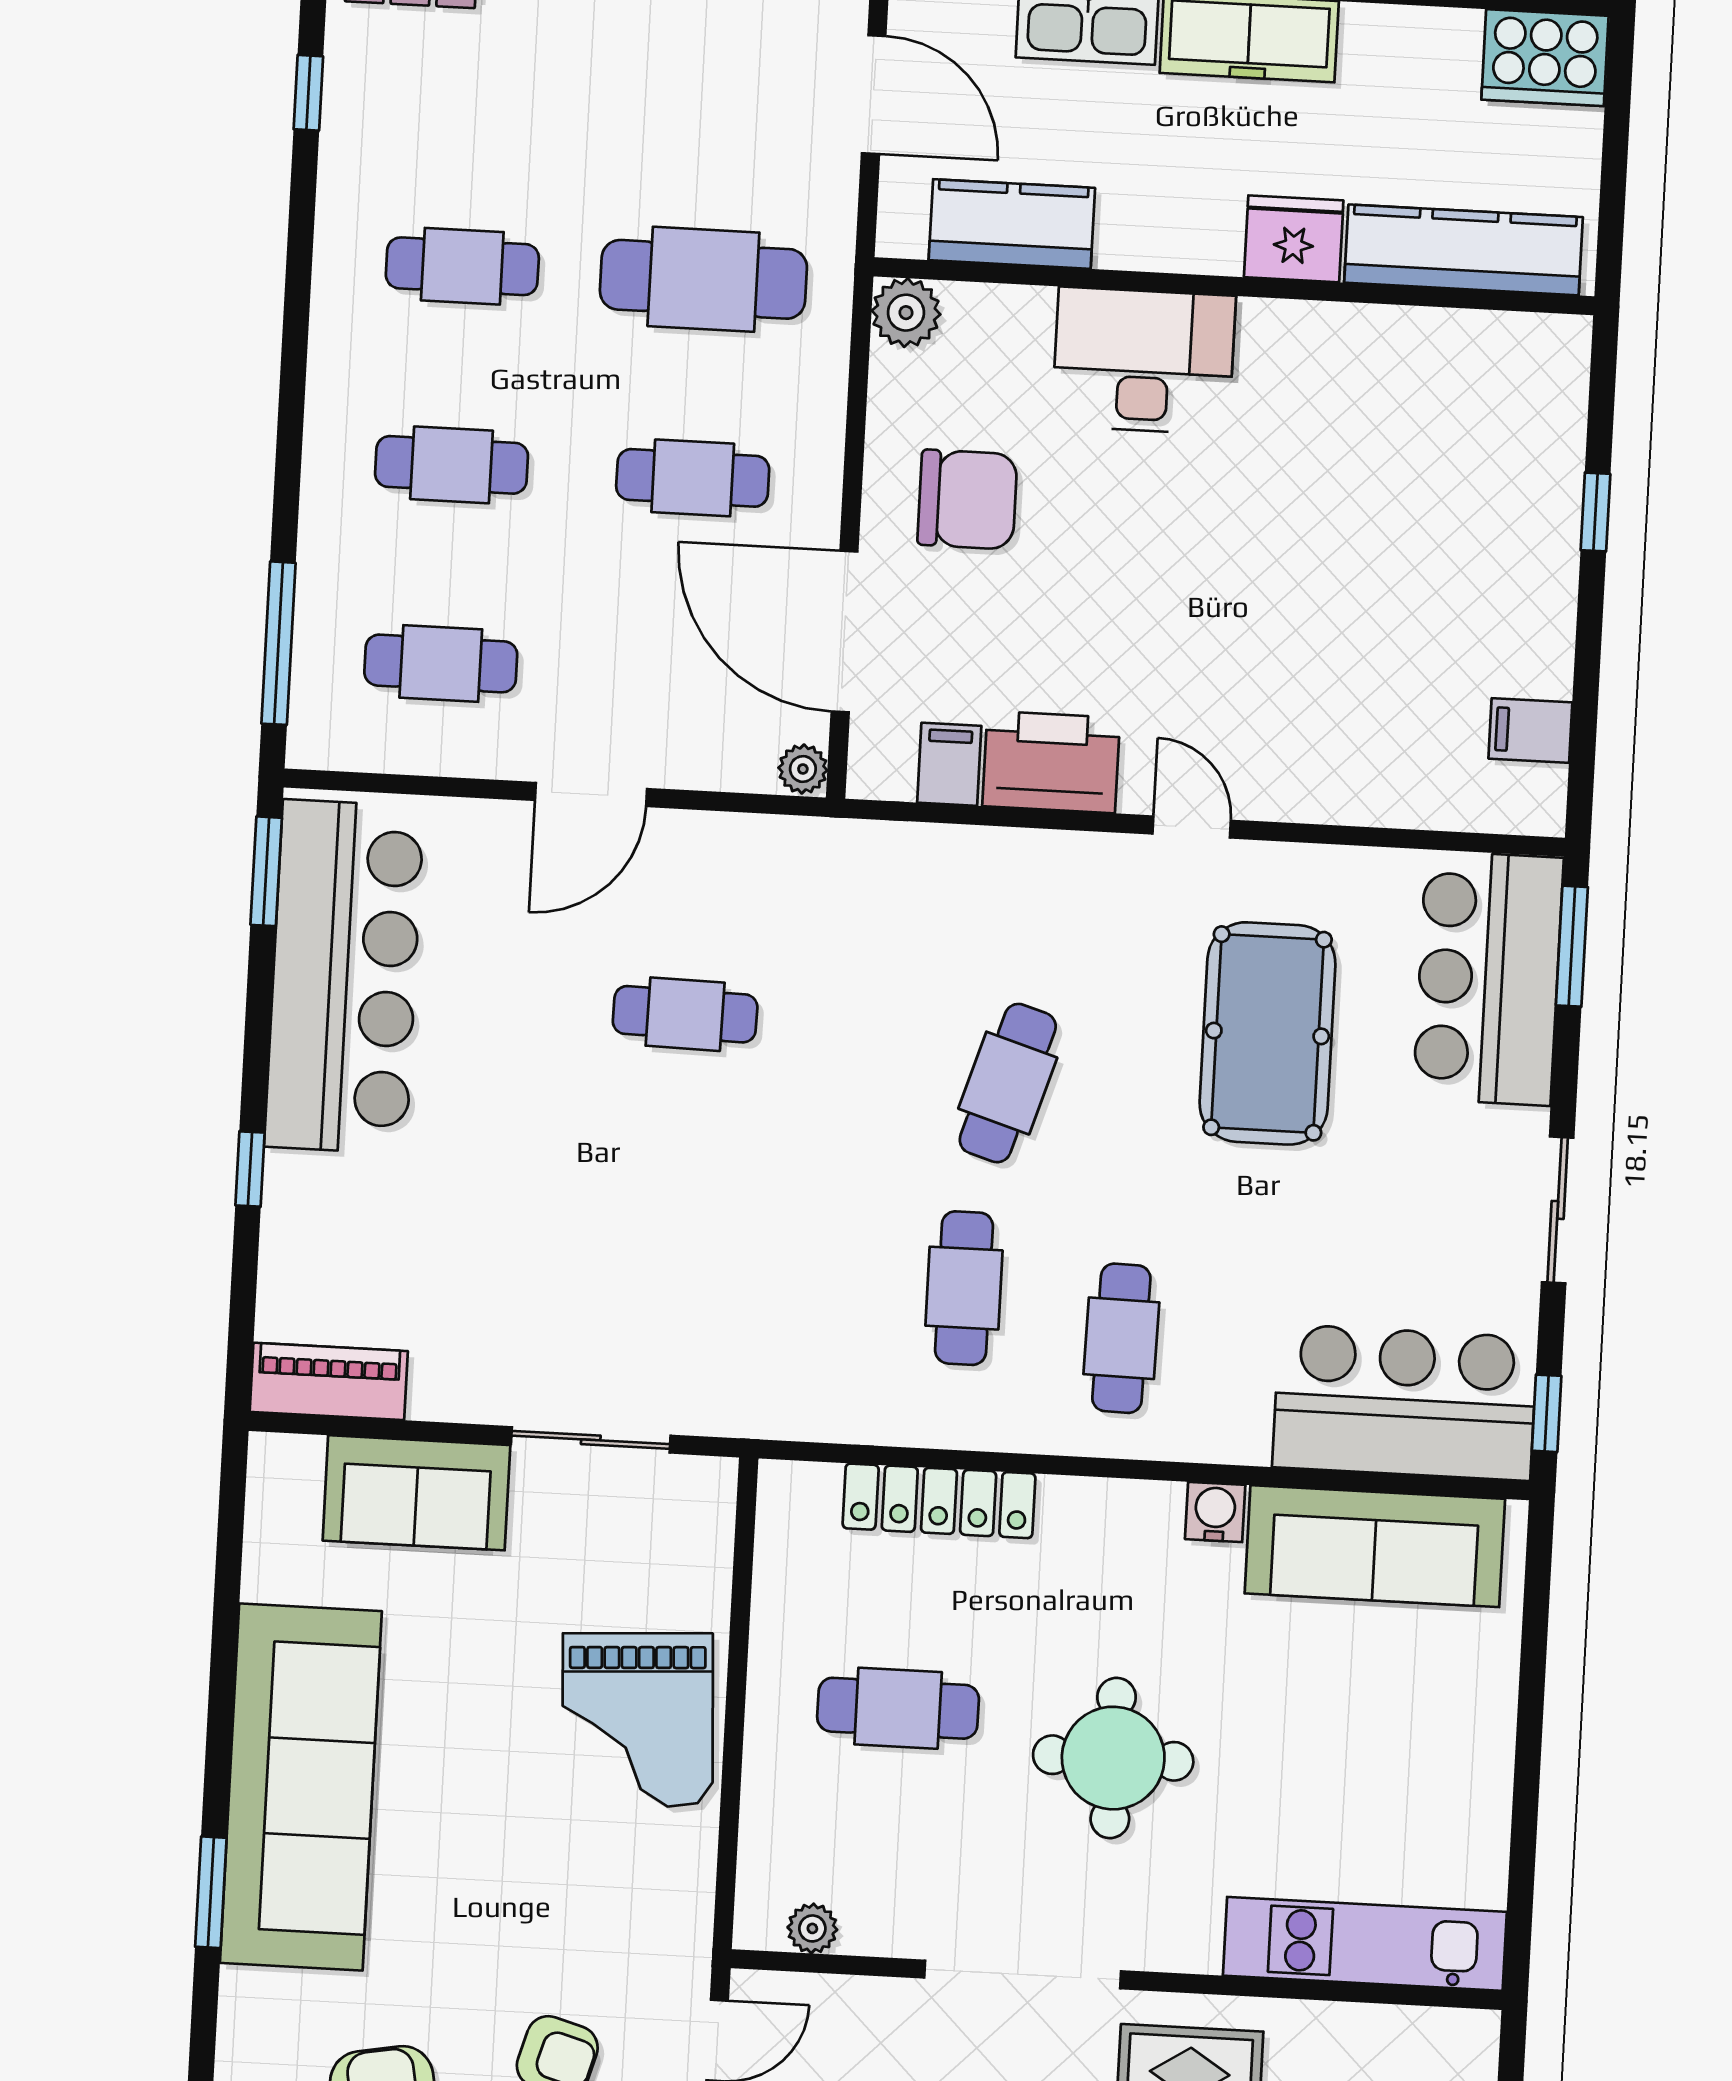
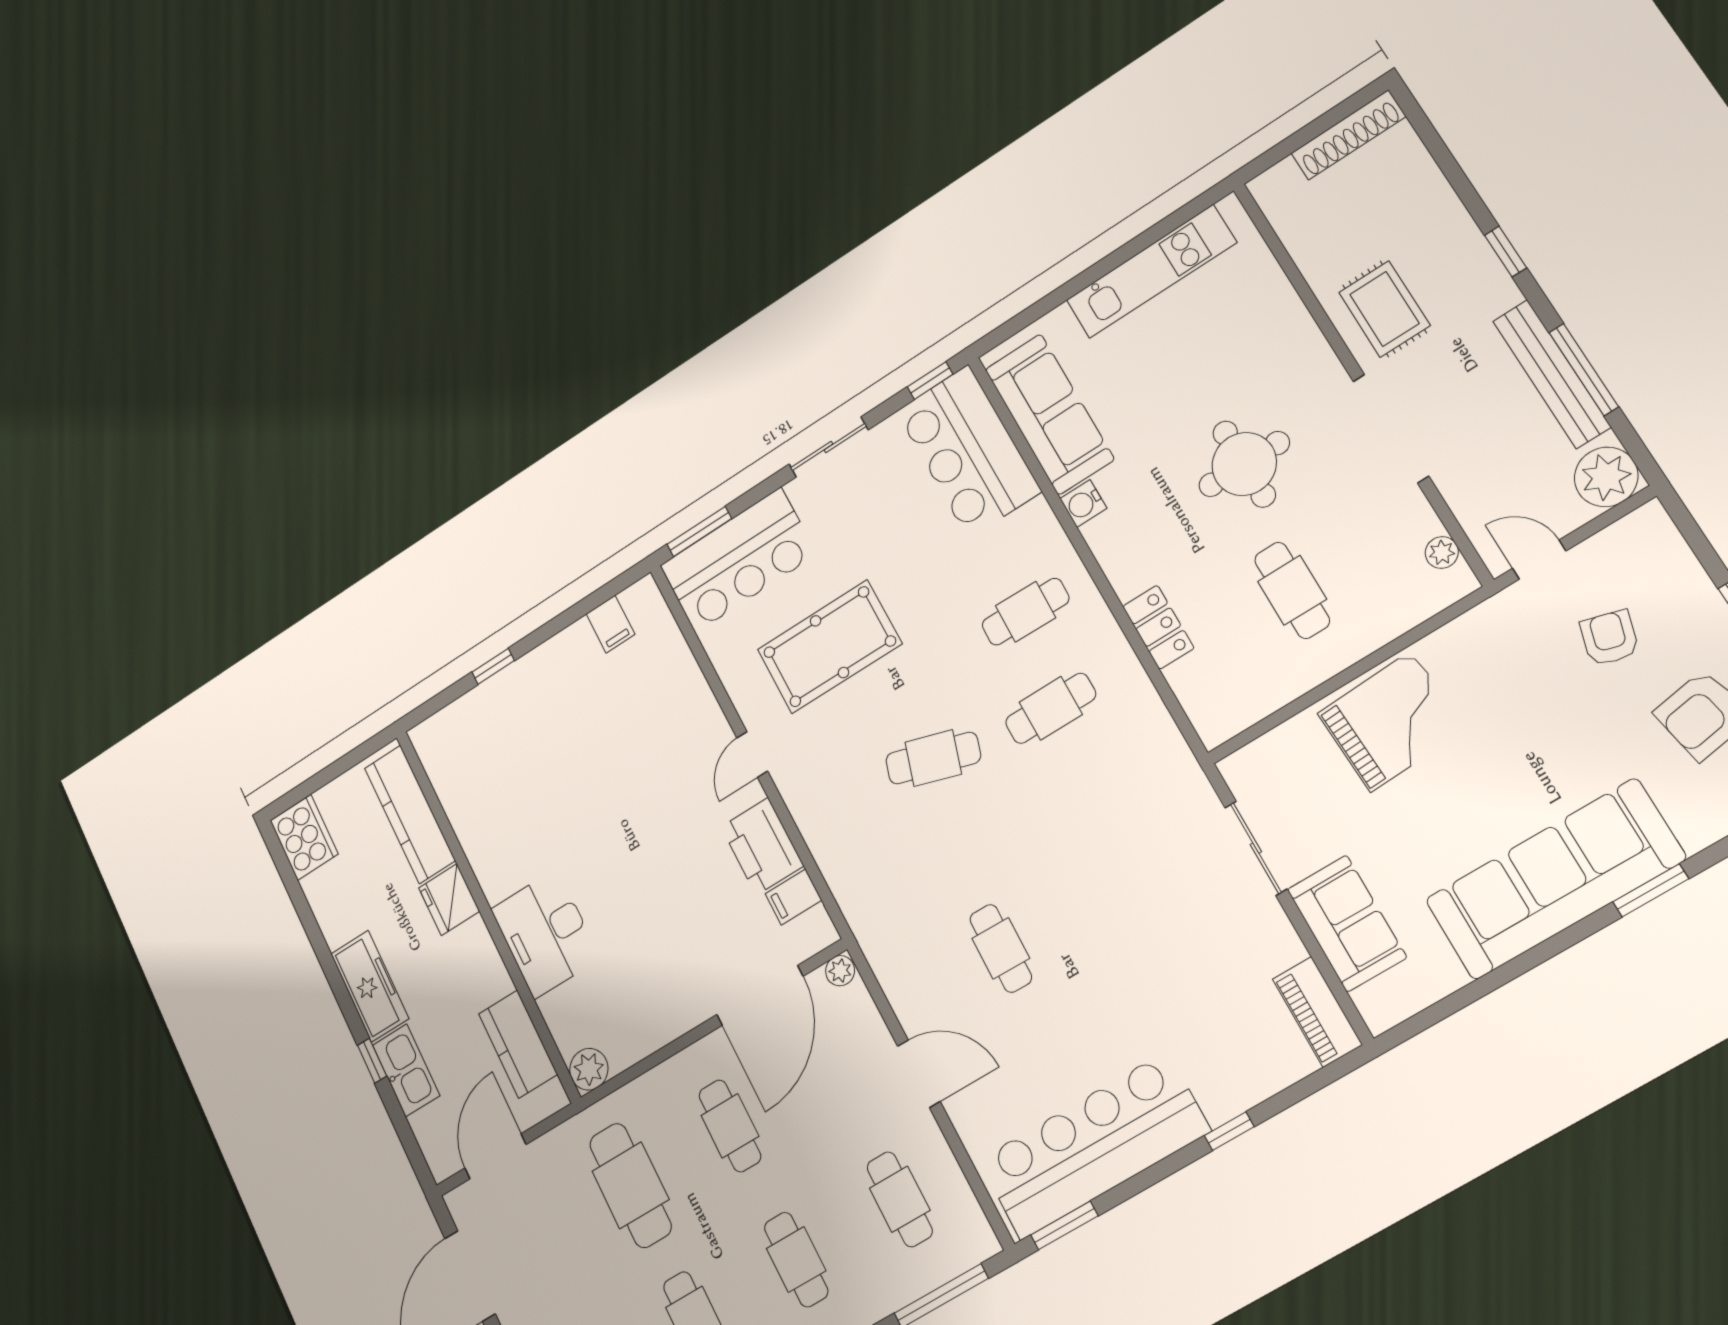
chair: (967, 499) -> (660, 977), removed
locker: (939, 1501) -> (1158, 627), width x0.66
kitchen unit: (1365, 1944) -> (1151, 272), moved, turned -90

